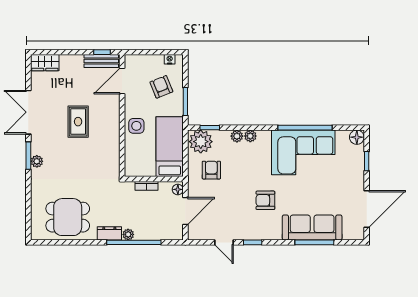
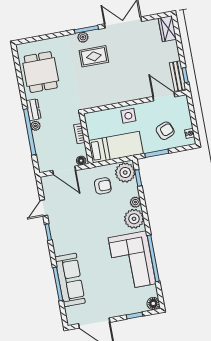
rug: (78, 122) -> (94, 56), moved
plant: (250, 136) -> (134, 219), width x1.87, depth x1.87
armchair: (265, 200) -> (86, 236), removed

